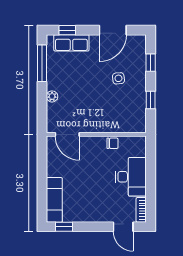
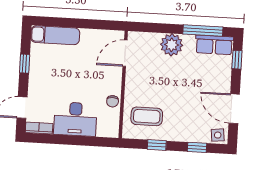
row of seats: (71, 43) -> (214, 45), moved, turned -90
side table: (118, 78) -> (218, 135), moved
plant: (52, 96) -> (172, 45), width x1.87, depth x1.87
coffee table: (125, 111) -> (147, 116), added
window: (64, 227) -> (25, 64), moved

